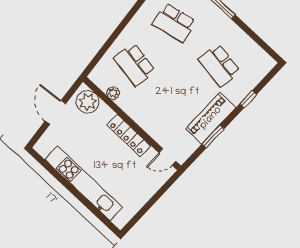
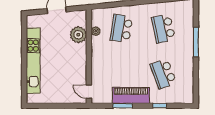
school desk: (219, 65) -> (163, 74), turned -30
plant: (88, 102) -> (78, 35), moved
locker: (129, 135) -> (81, 61), removed

